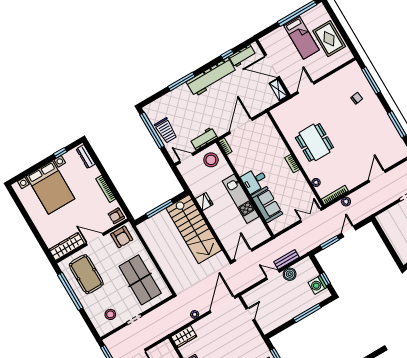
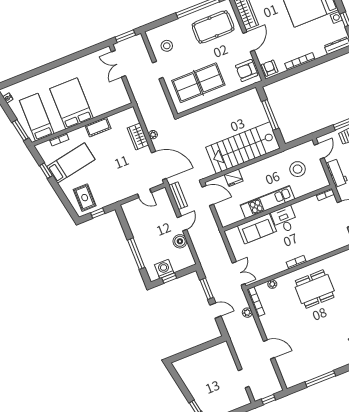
stool: (211, 160) -> (298, 169), moved
fridge: (204, 202) -> (234, 178), moved
bench: (286, 260) -> (178, 196), moved
wardrobe: (184, 337) -> (138, 136), moved

